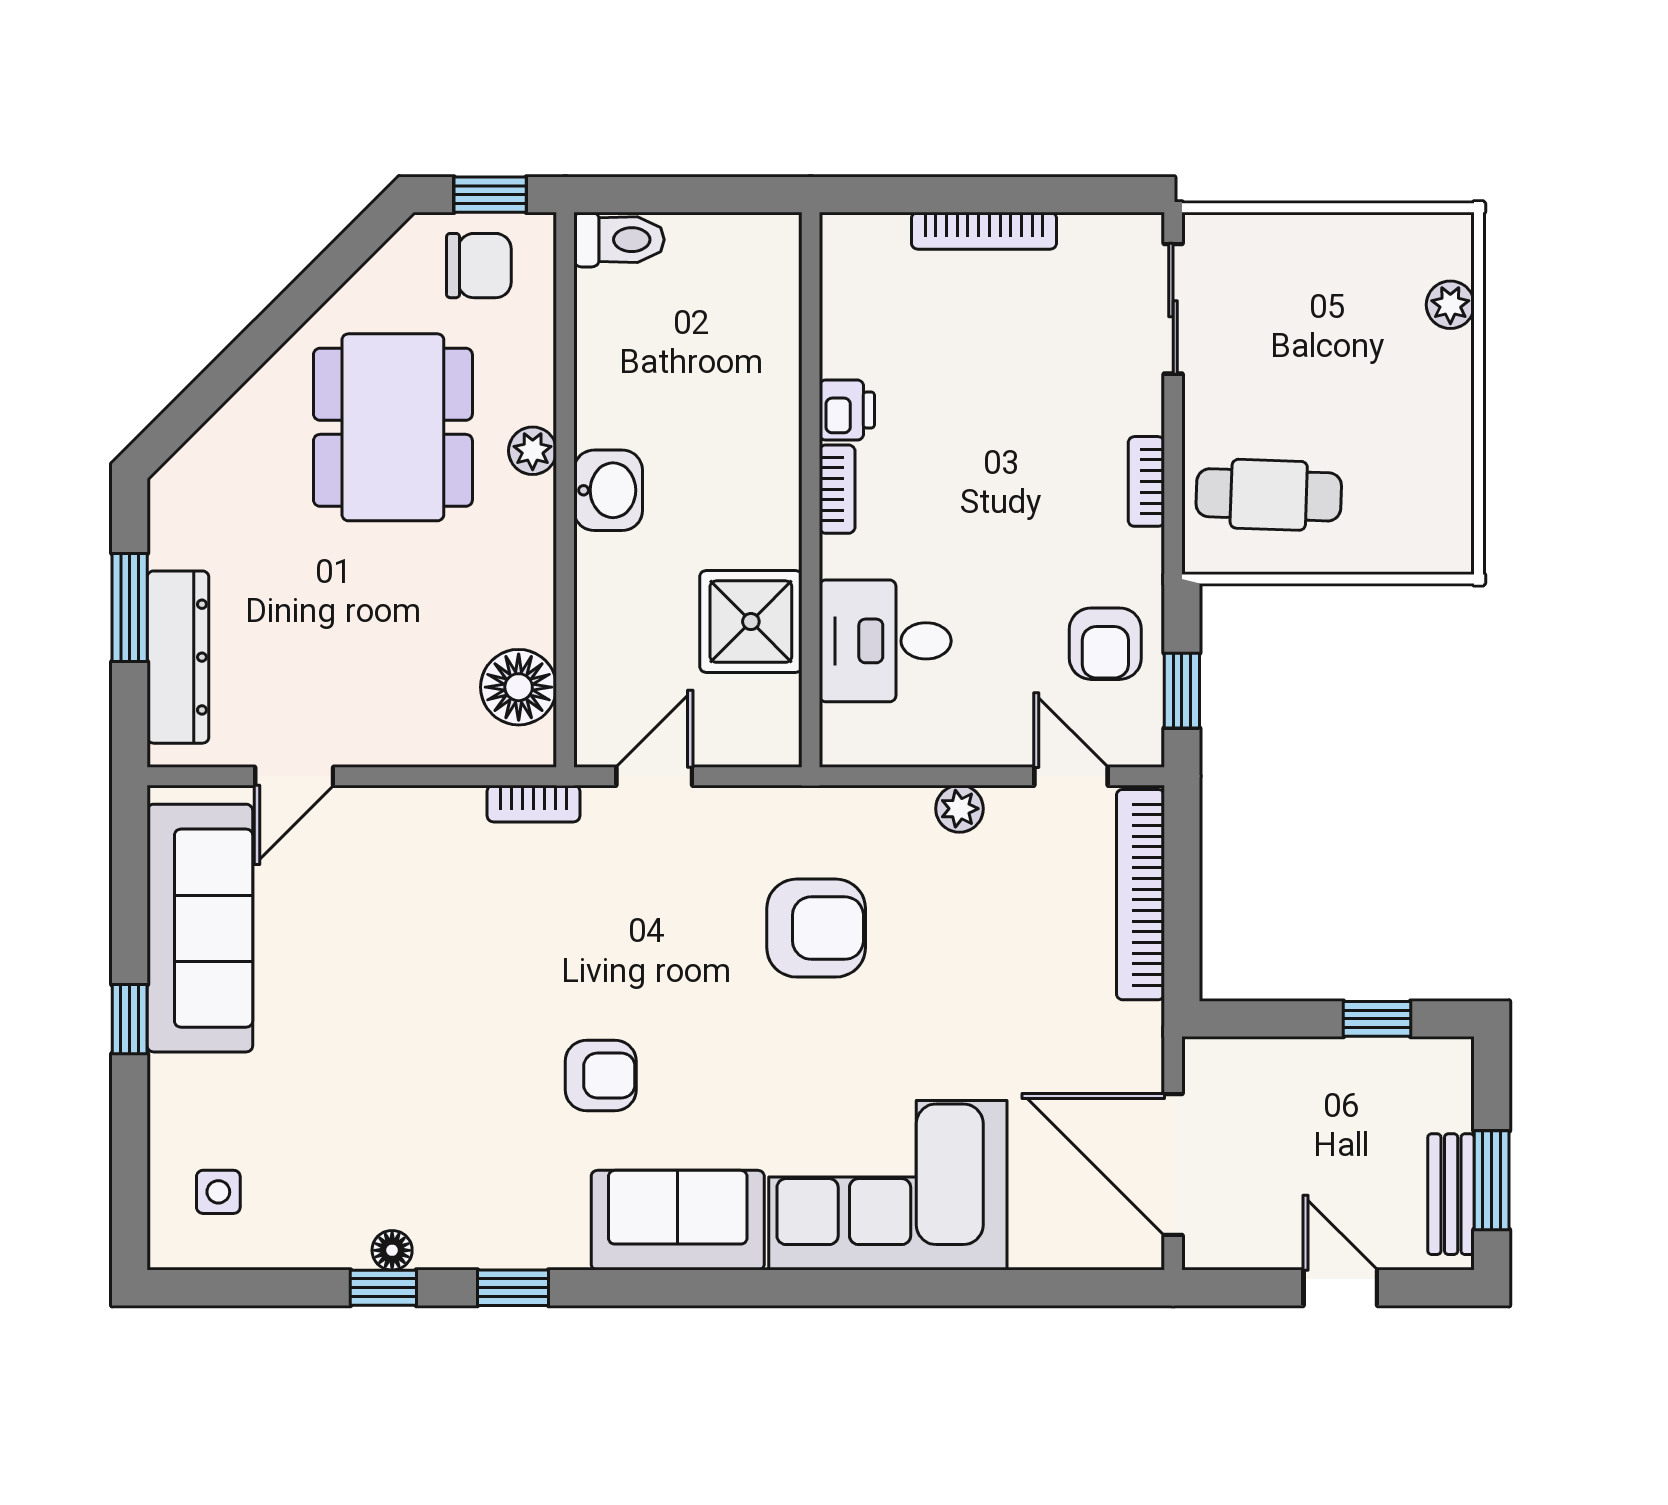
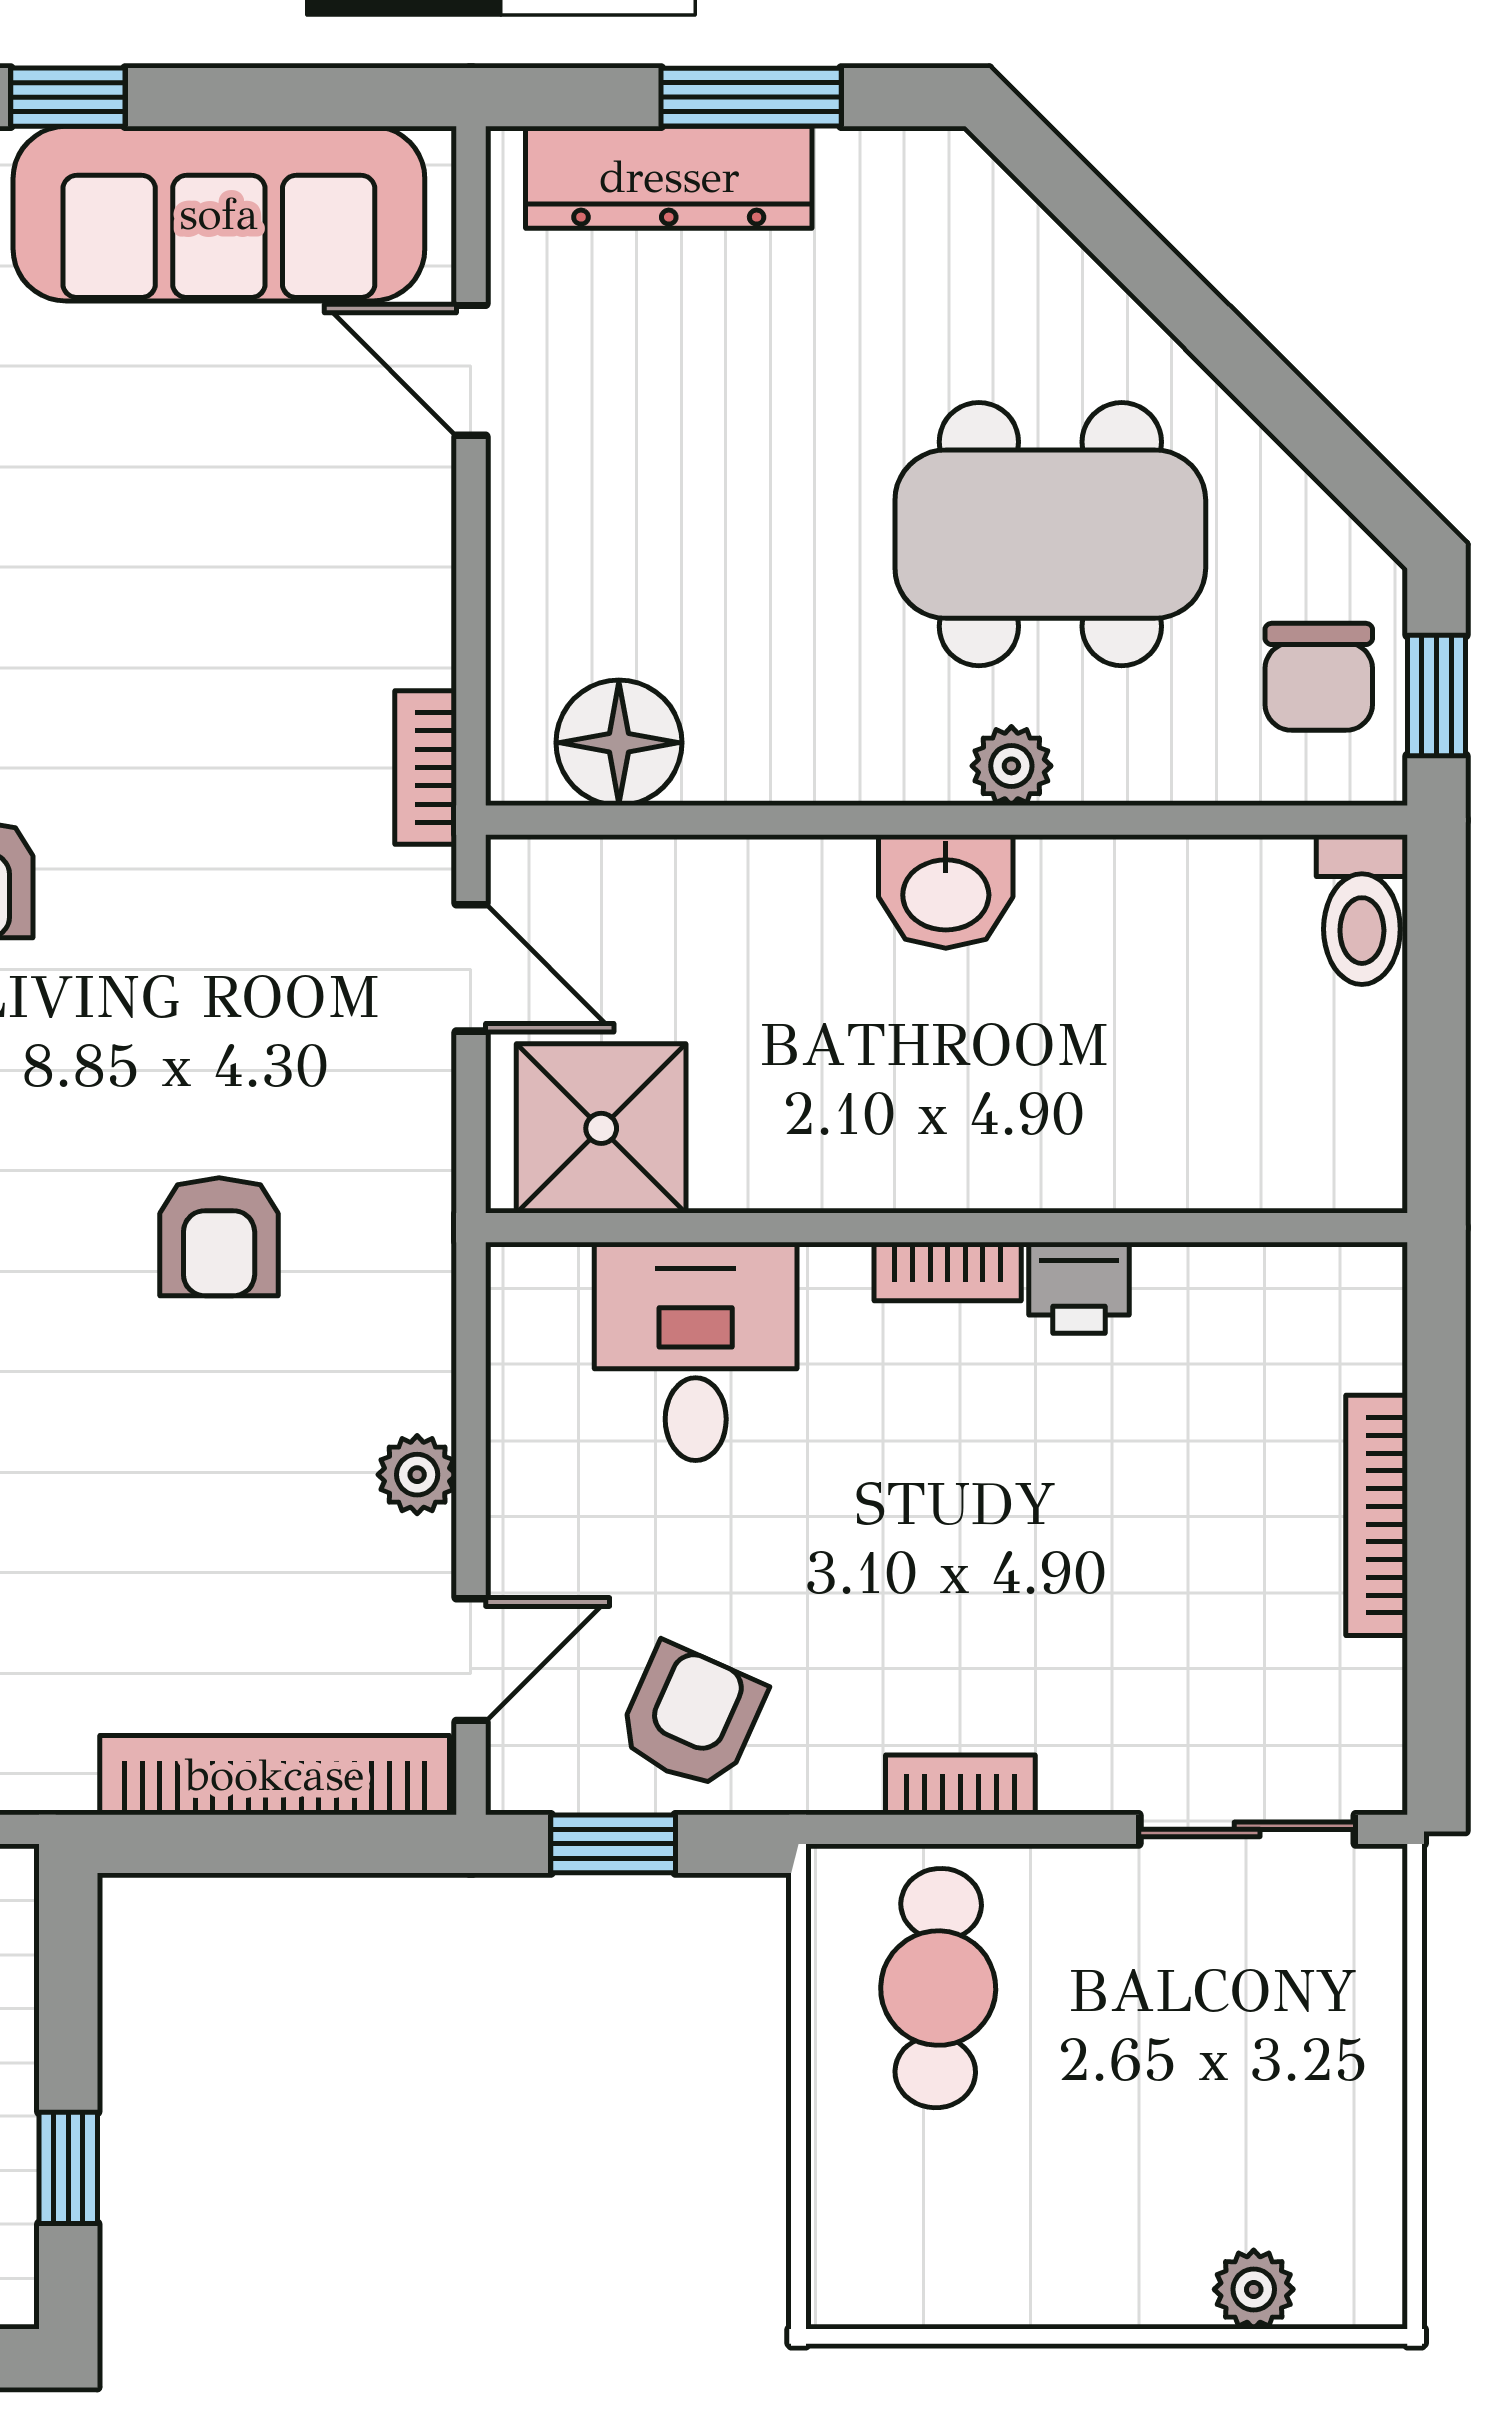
shower: (751, 622) -> (601, 1128), moved
armchair: (1105, 644) -> (691, 1717), turned 114
armchair: (816, 928) -> (219, 1237), width x0.72, depth x0.72

